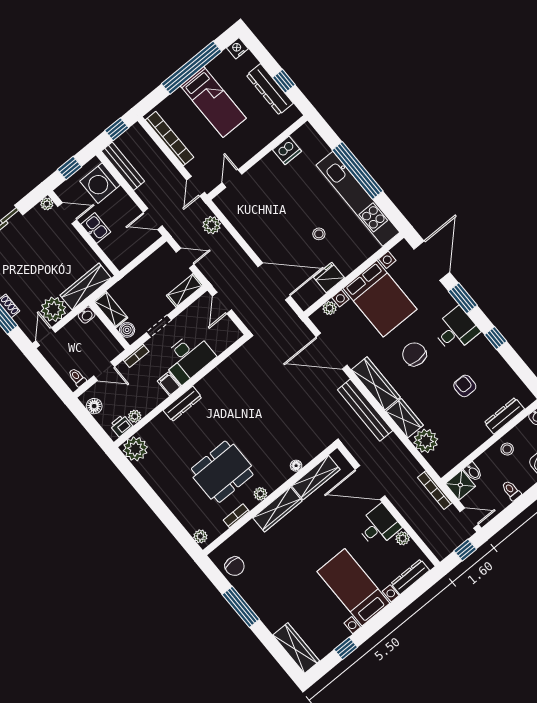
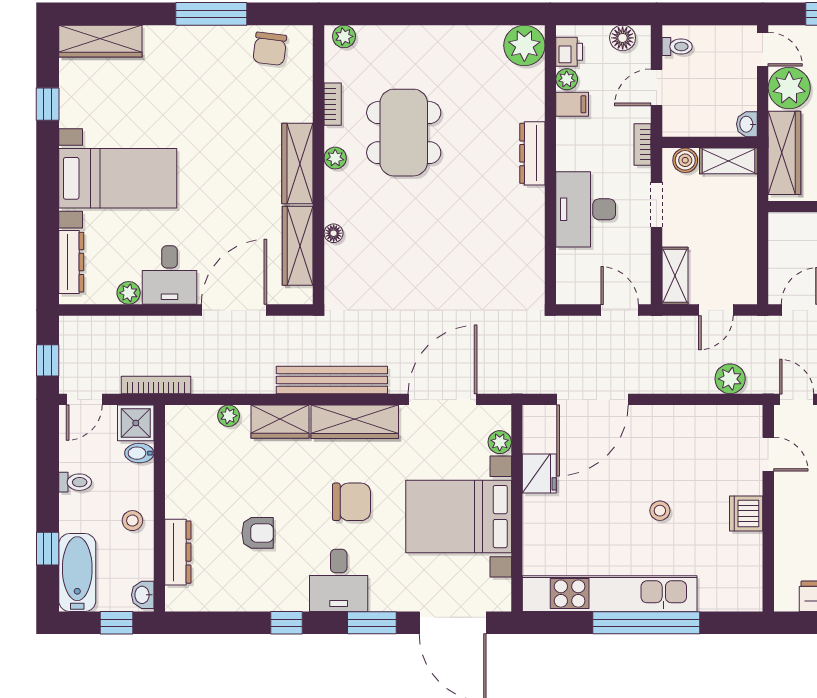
dishwasher: (287, 150) -> (746, 513), moved
stool: (319, 234) -> (660, 511), moved
filing cabinet: (169, 384) -> (572, 104), moved
plant: (426, 441) -> (229, 416), width x0.53, depth x0.53
chair: (235, 566) -> (270, 49), turned -83

